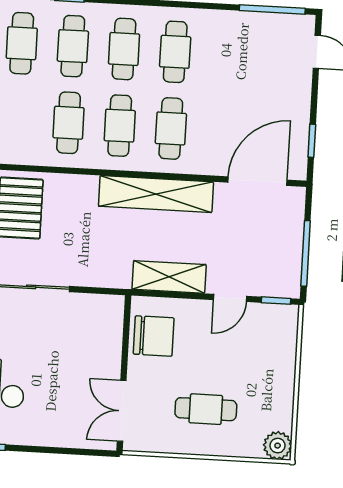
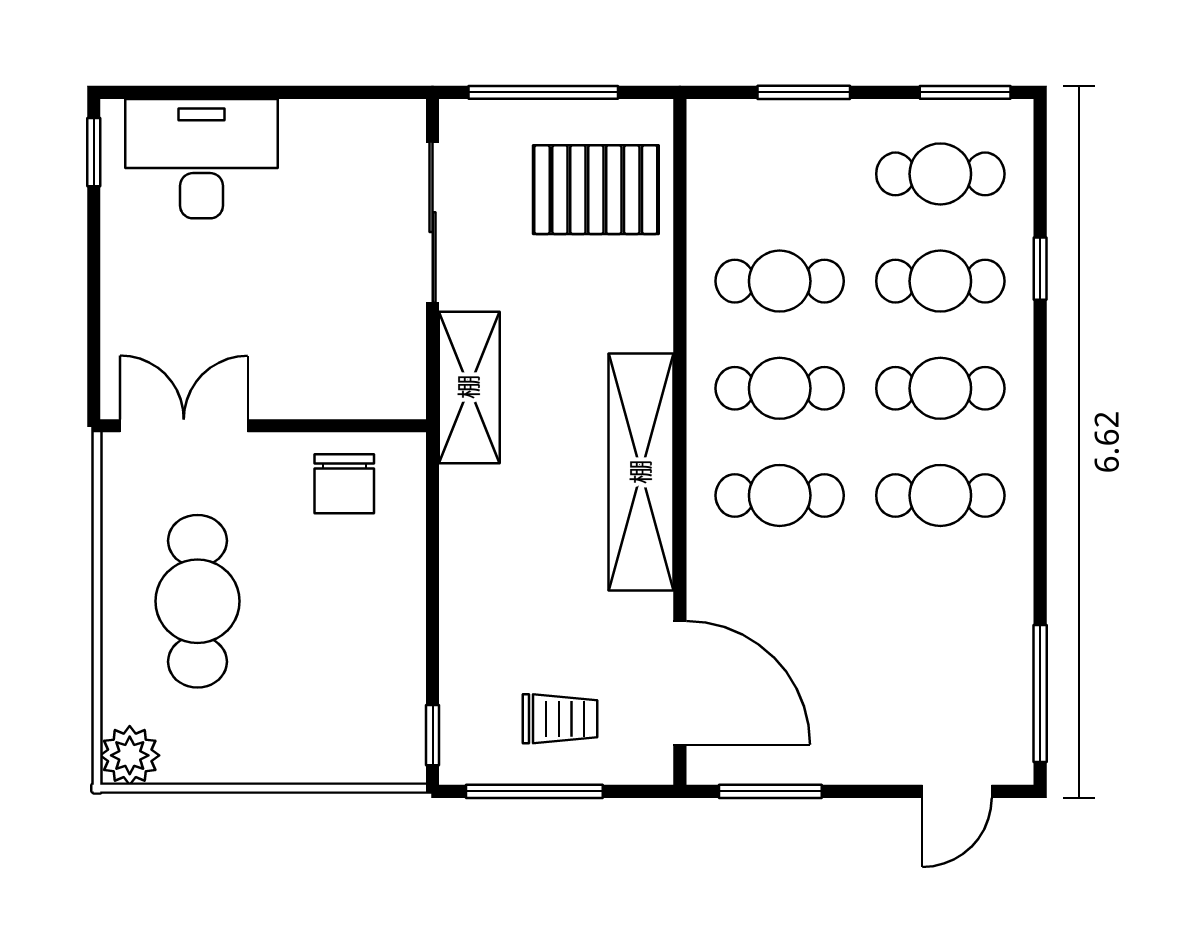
window: (312, 141) -> (770, 791), width x1.50
trolley: (272, 239) -> (560, 719), added
shelving: (169, 277) -> (469, 387), moved
door: (230, 298) -> (433, 639), removed
chair: (154, 336) -> (344, 484), width x0.73, depth x0.73
cafe table: (206, 409) -> (197, 601), width x1.37, depth x1.35

